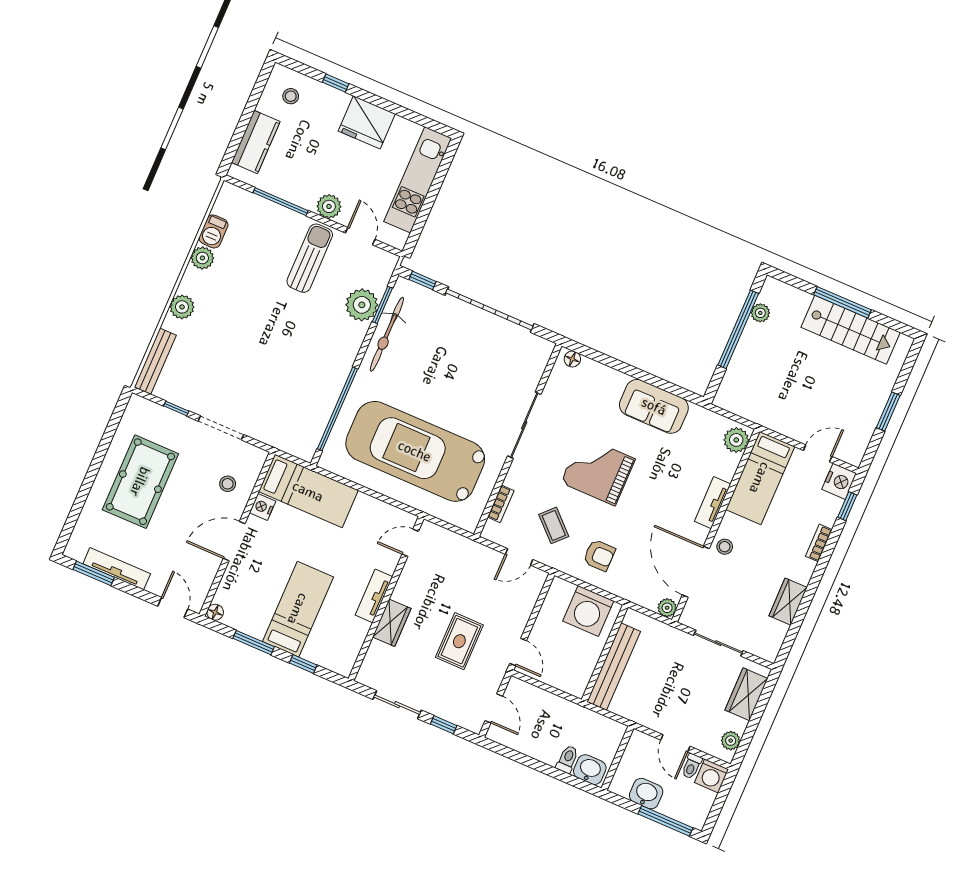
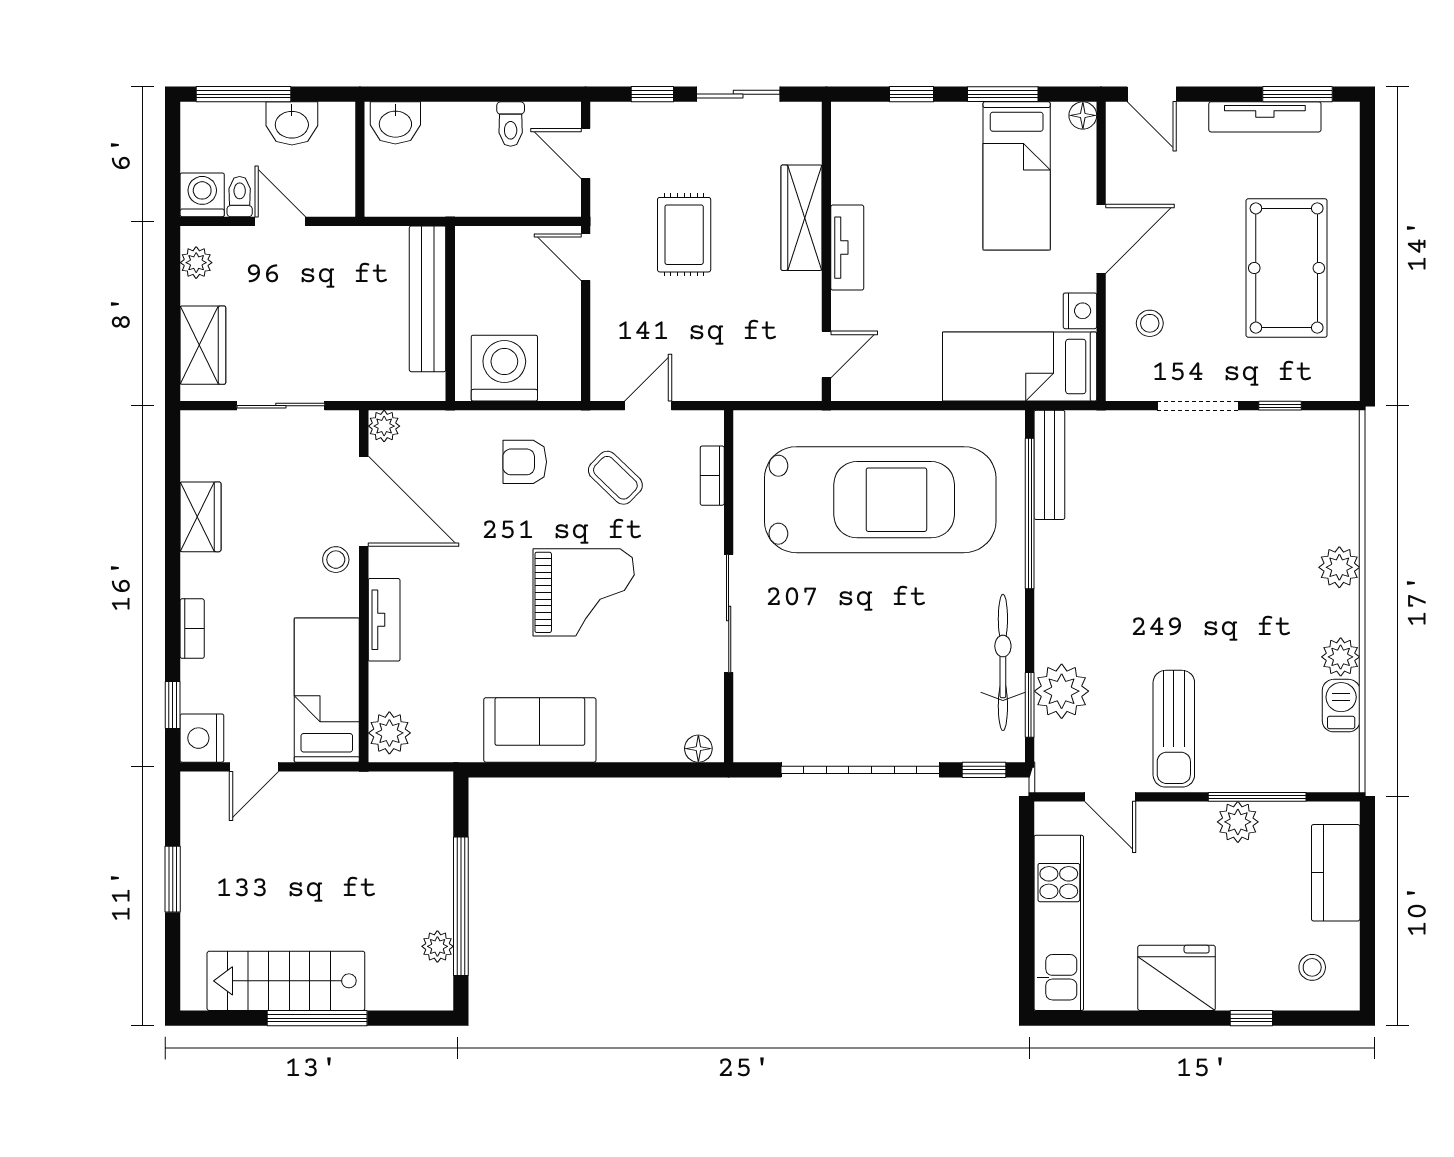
plant: (329, 206) -> (1238, 822), moved
bench: (155, 361) -> (1049, 465), moved
bed: (298, 609) -> (1017, 176), moved
wardrobe: (392, 623) -> (801, 218), width x1.50
toilet: (567, 759) -> (511, 124), moved

